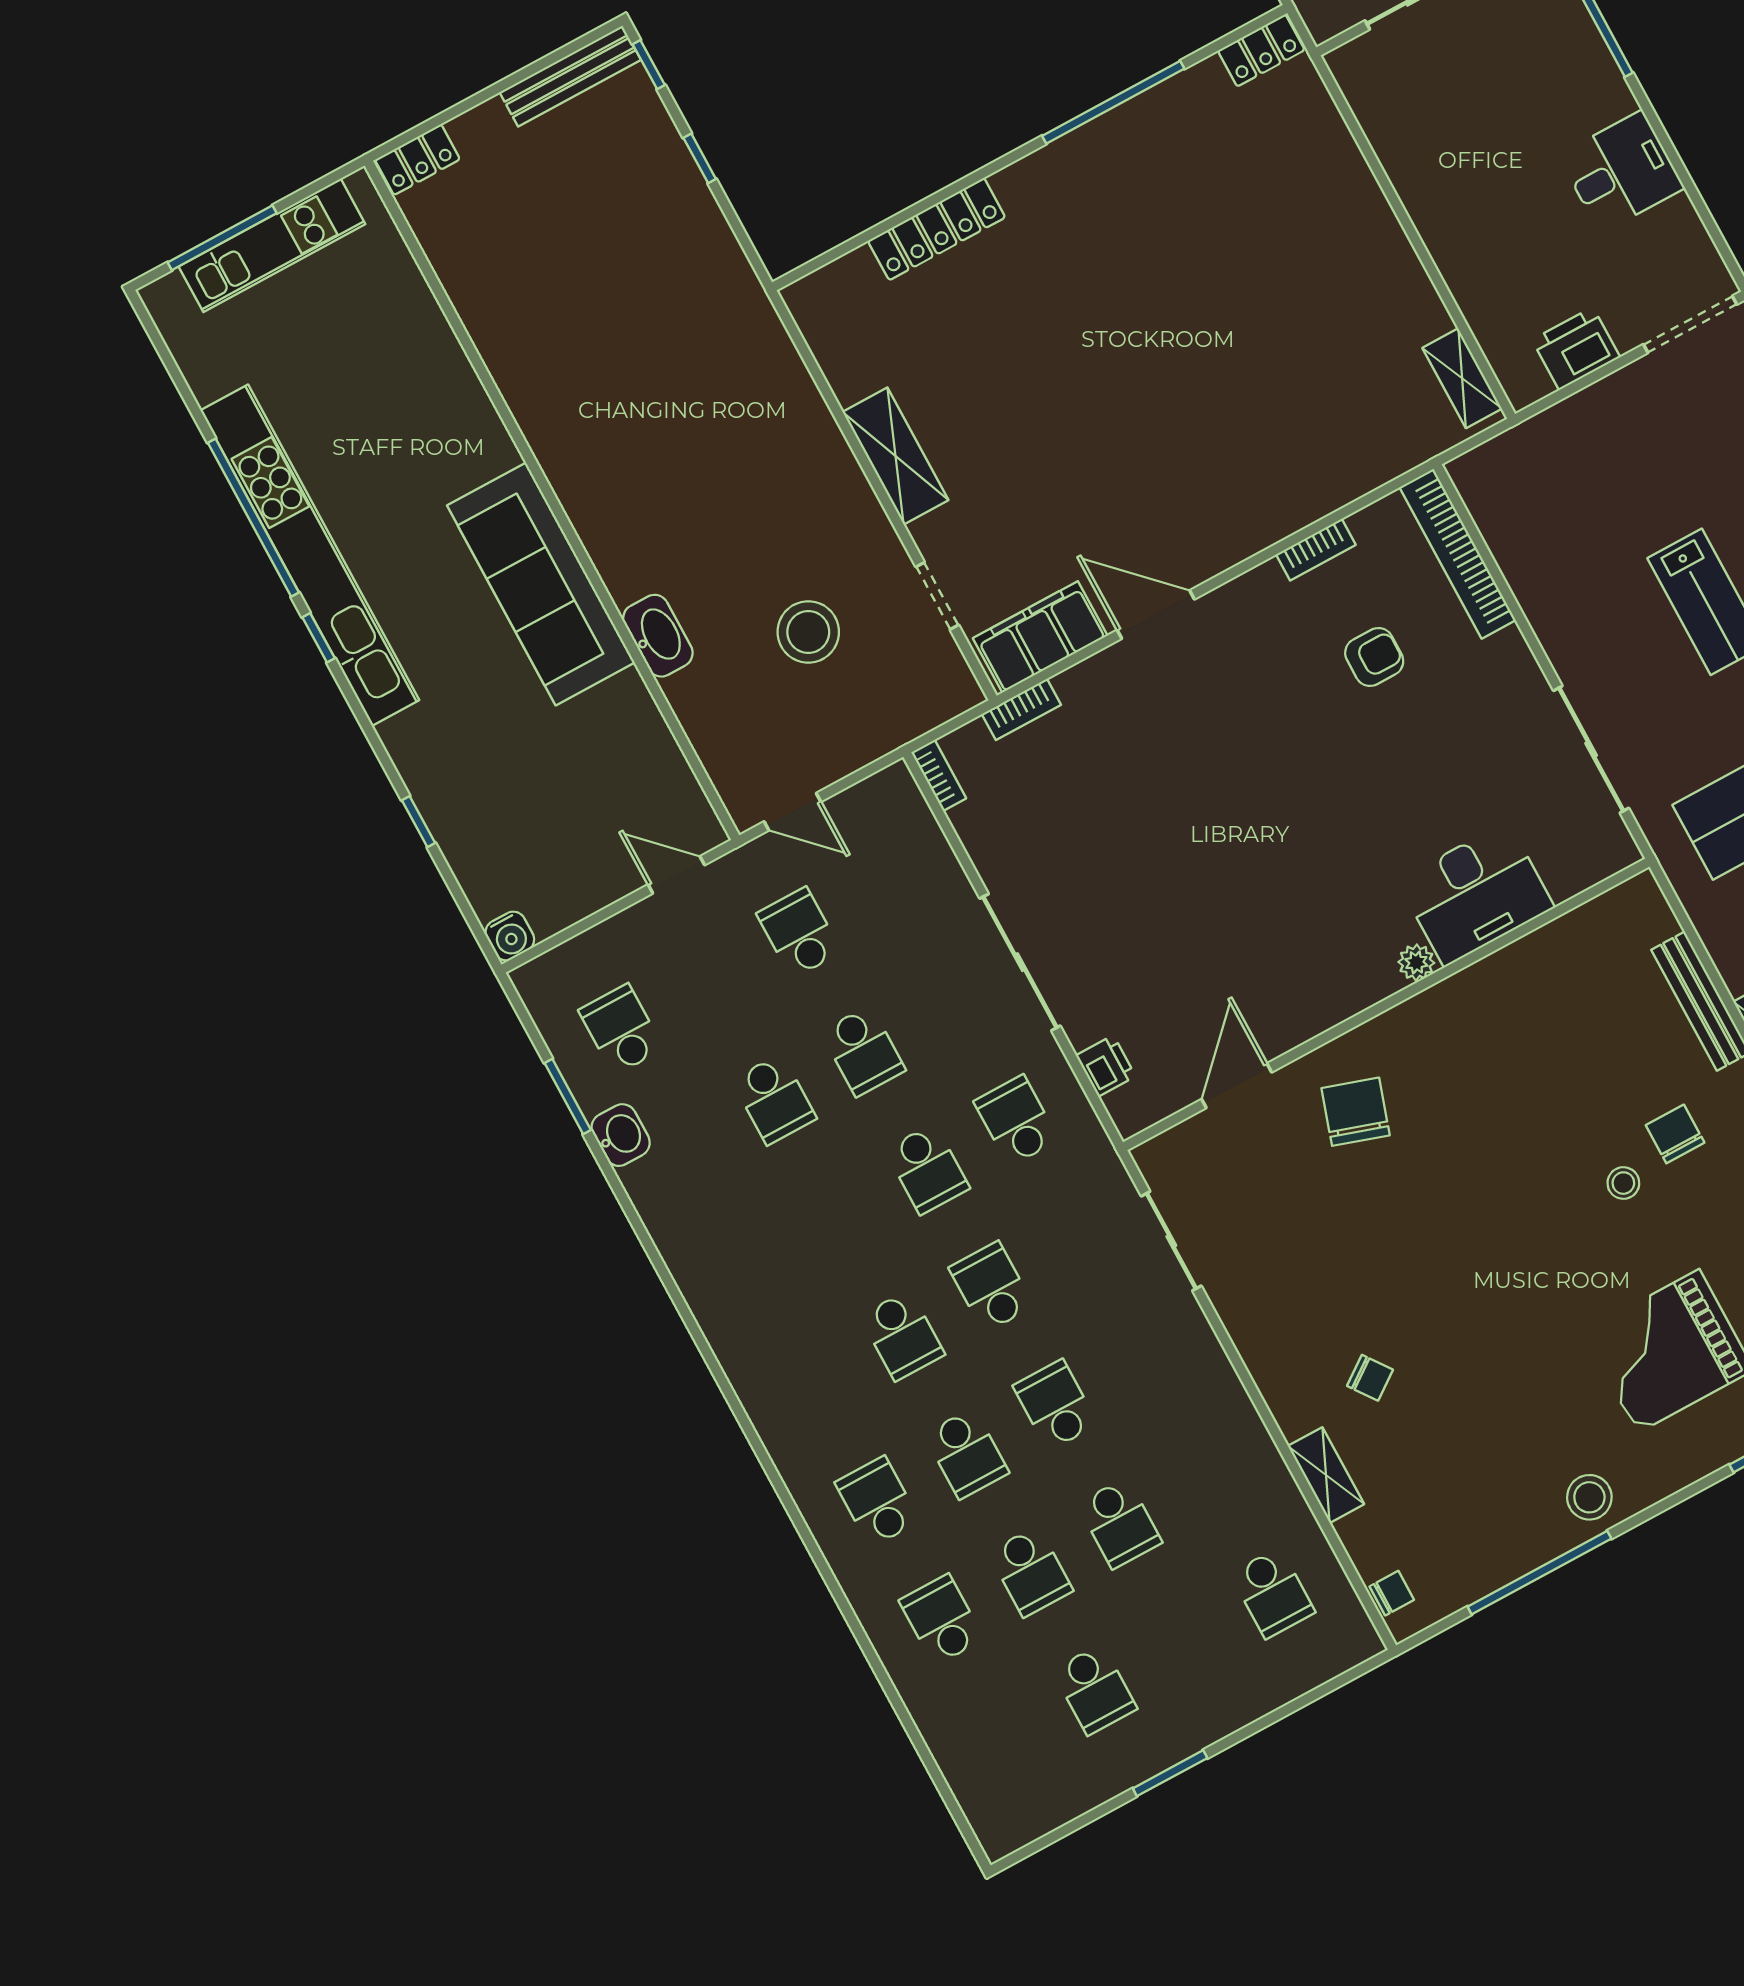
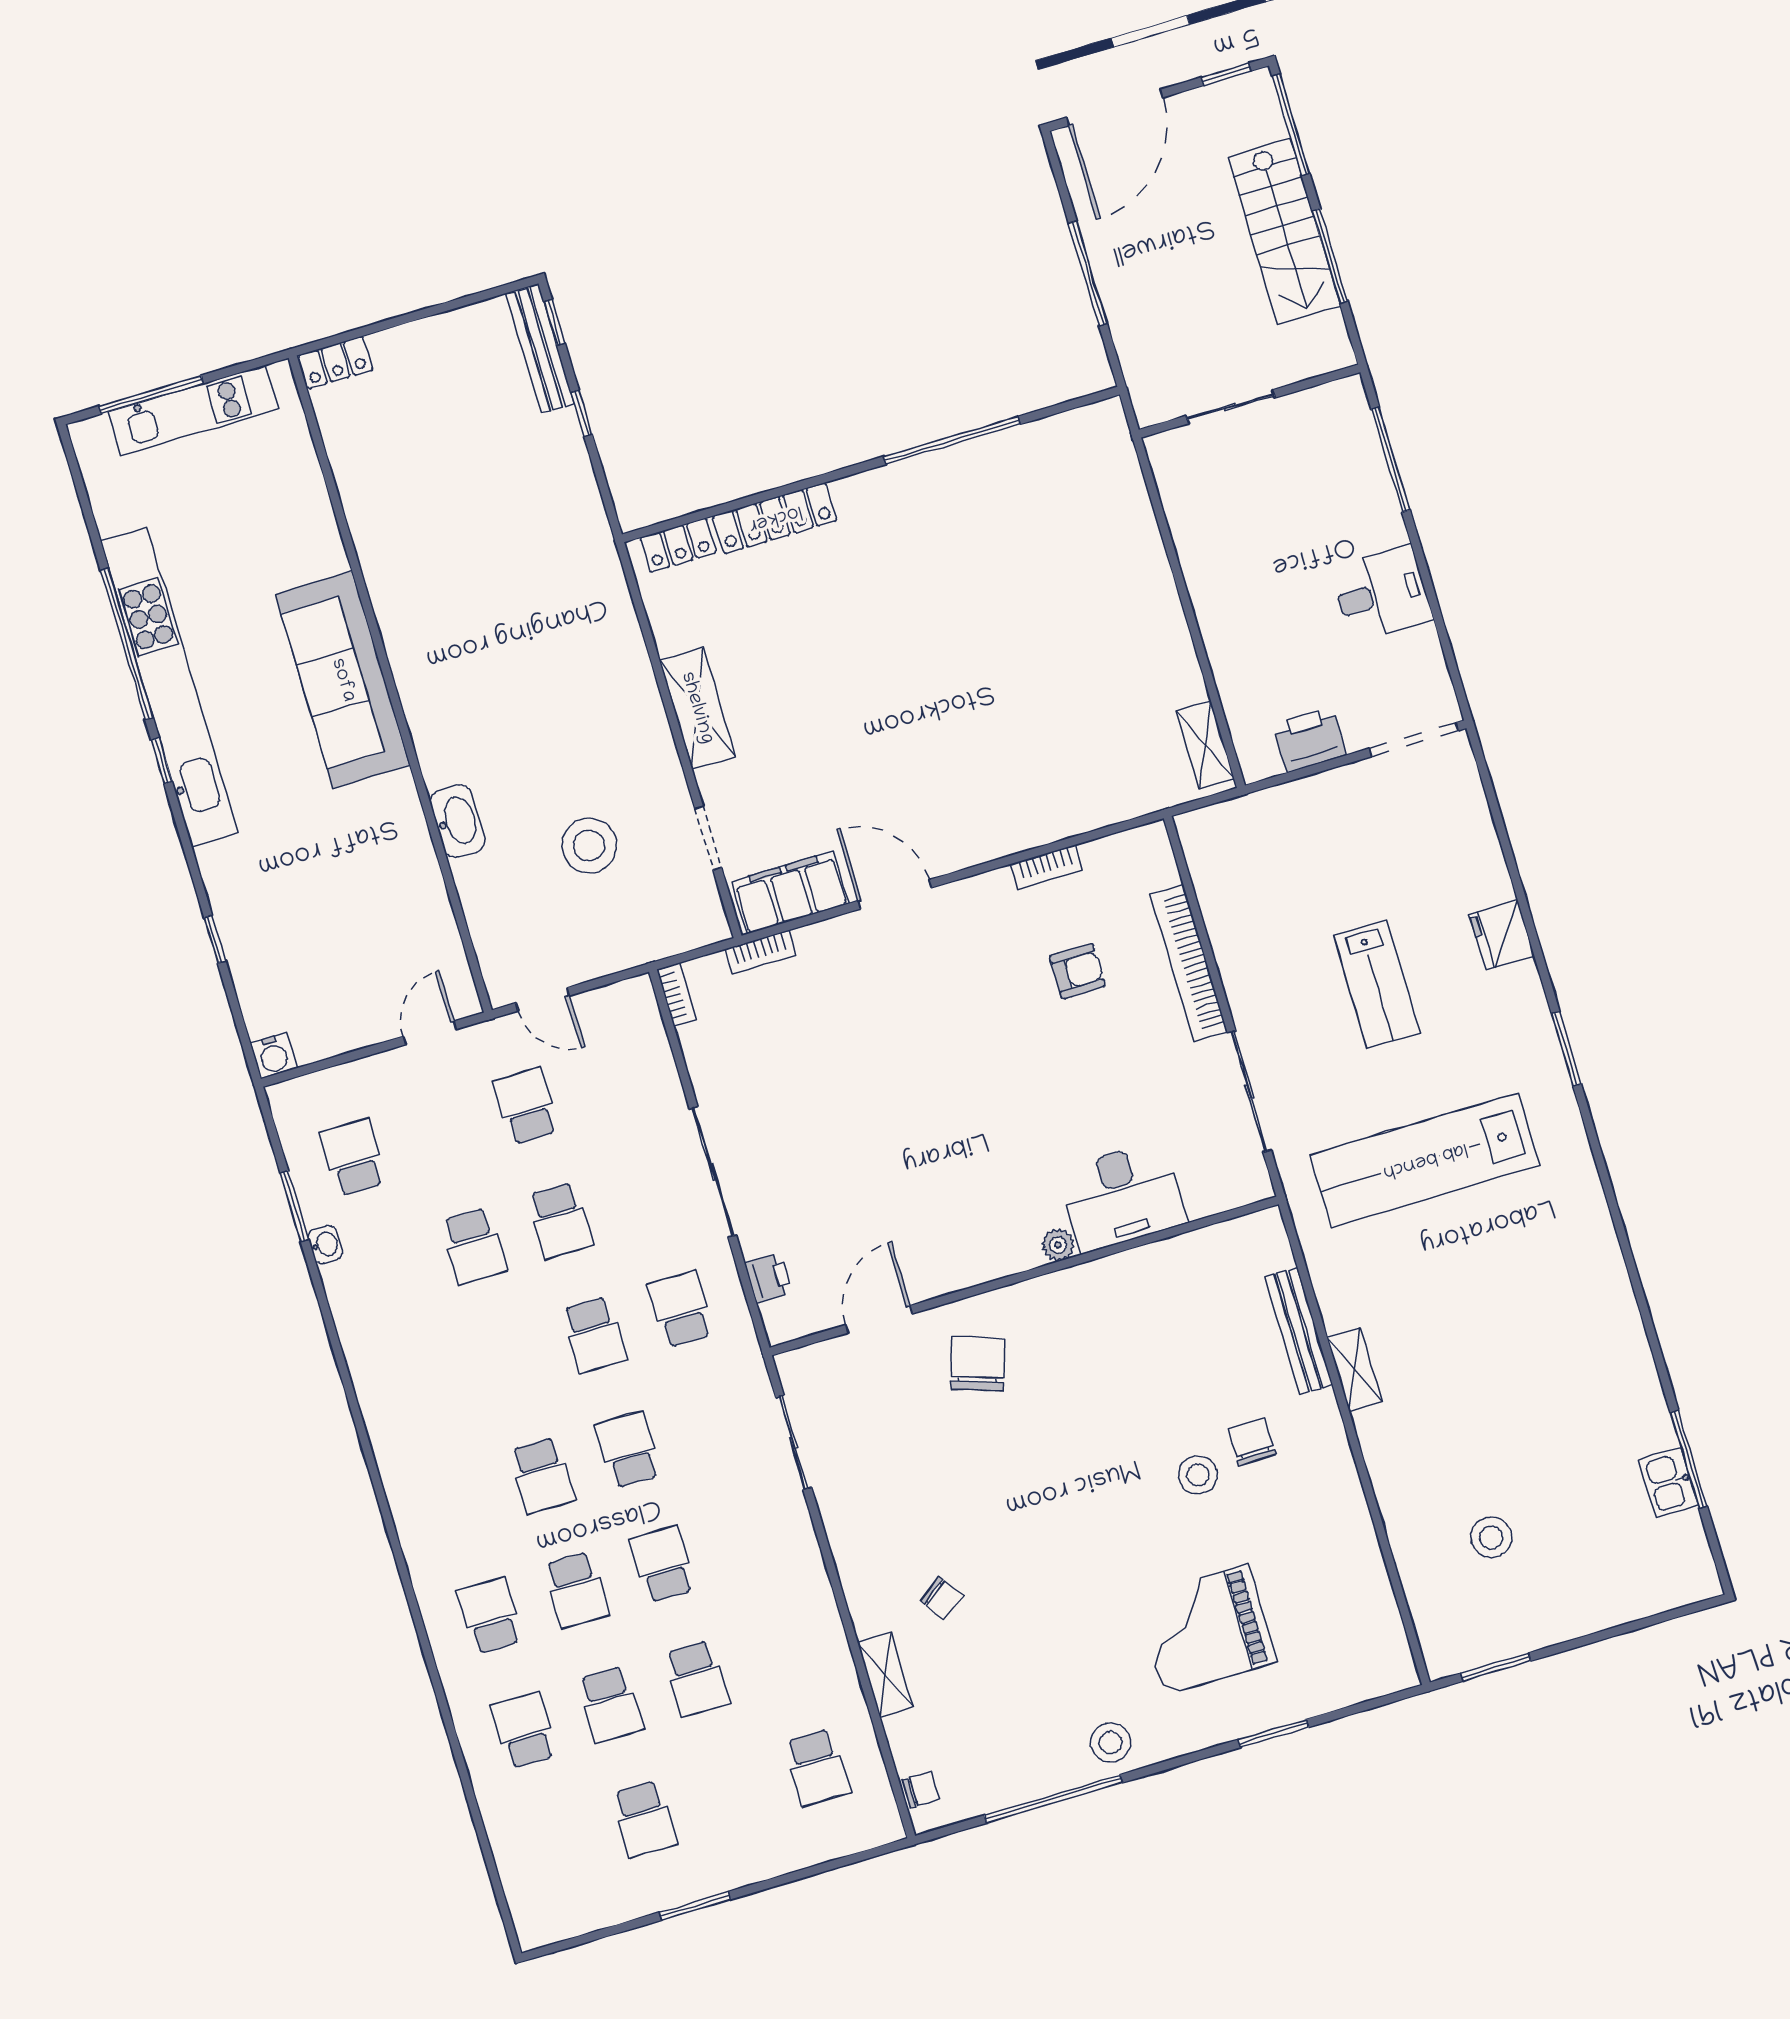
locker: (1261, 50) -> (678, 545), moved
bench: (570, 76) -> (540, 349), moved, turned 90
bookcase: (1458, 554) -> (1189, 963), moved
sofa: (541, 584) -> (343, 680), moved
door: (676, 875) -> (430, 1033), hinge flipped
washbasin: (621, 1135) -> (325, 1245), width x0.72, depth x0.69
stool: (1623, 1183) -> (1198, 1475), width x1.37, depth x1.37

